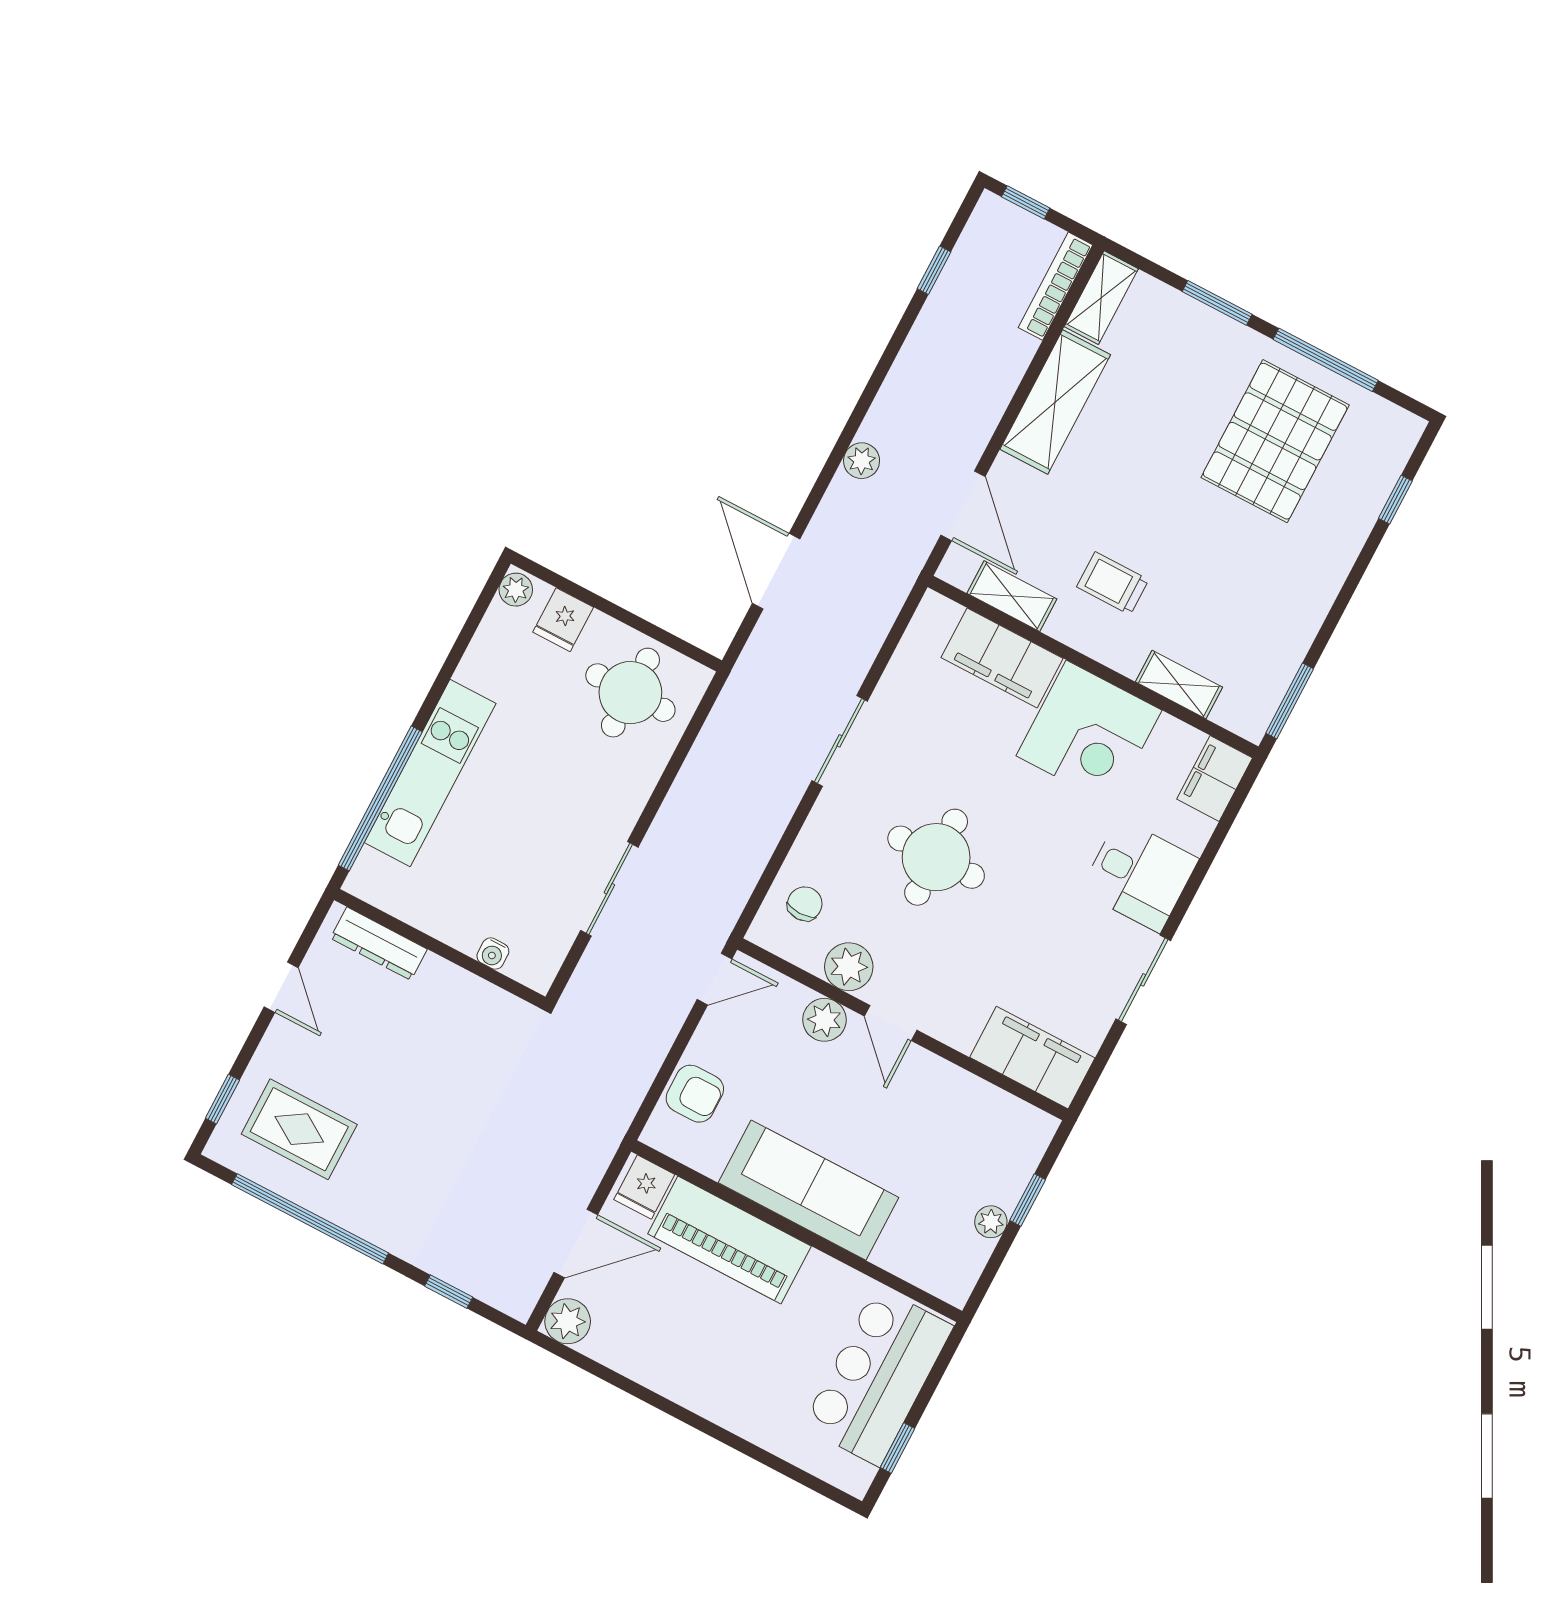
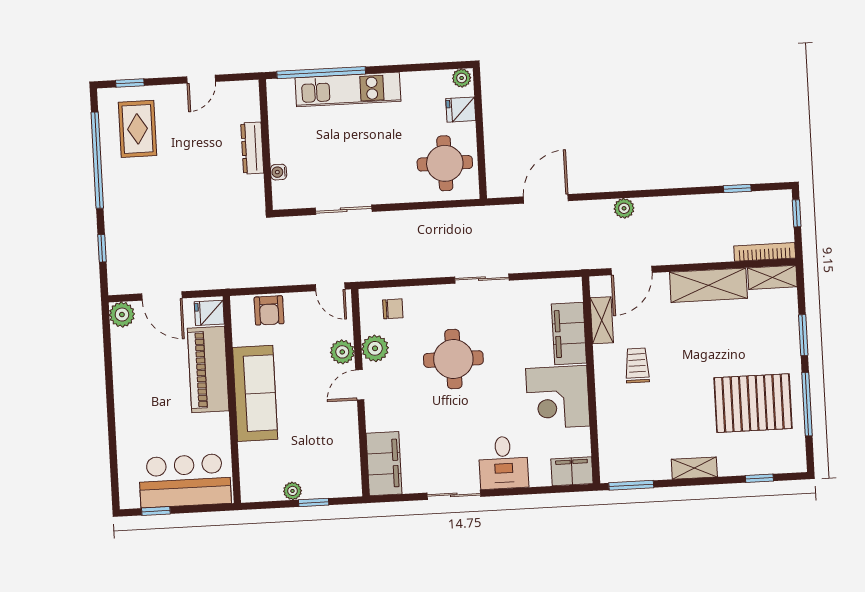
shelving: (1179, 685) -> (694, 468), moved, turned 90
dresser: (379, 944) -> (252, 148), moved

